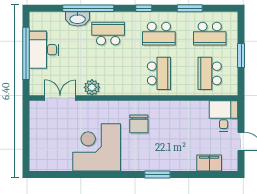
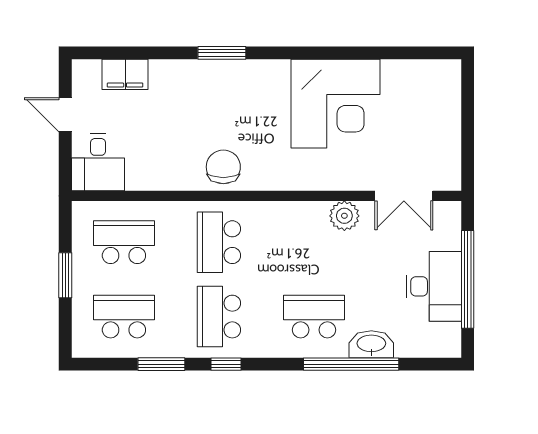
window: (144, 8) -> (226, 364), moved
school desk: (108, 34) -> (314, 317), turned 180
school desk: (159, 34) -> (219, 317), turned -90
school desk: (210, 73) -> (124, 242), turned -90
chair: (139, 124) -> (223, 167), moved

